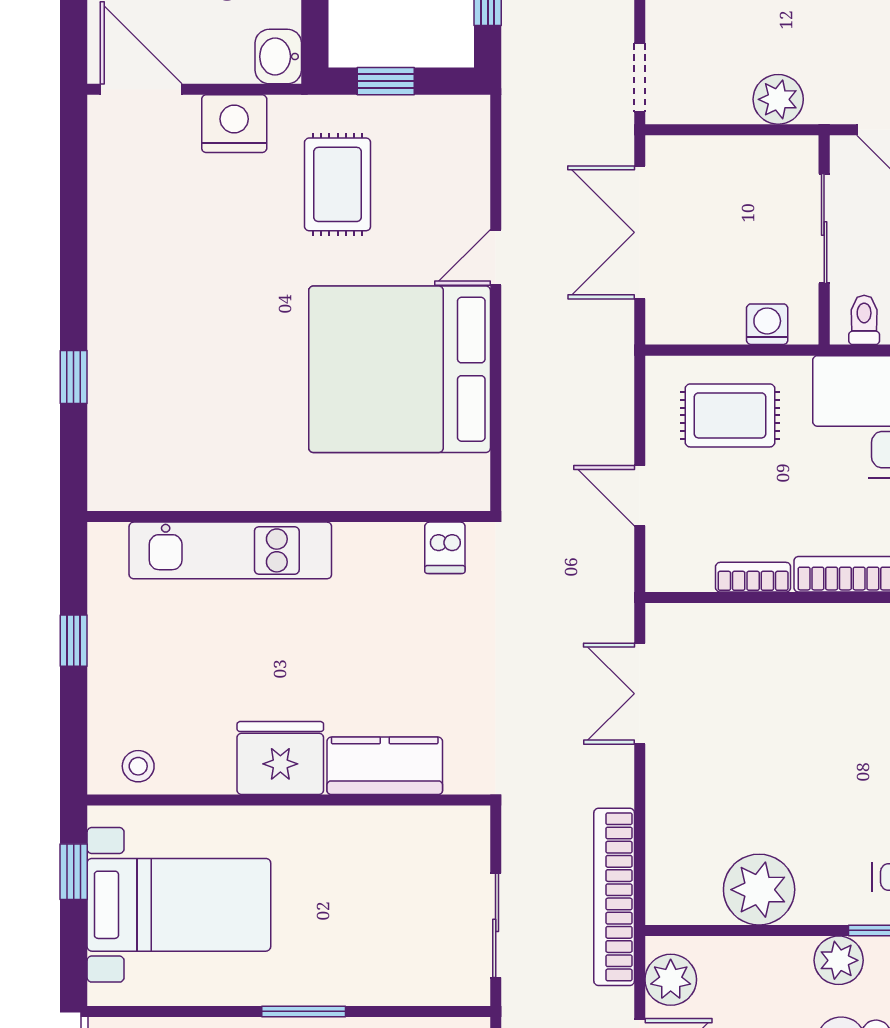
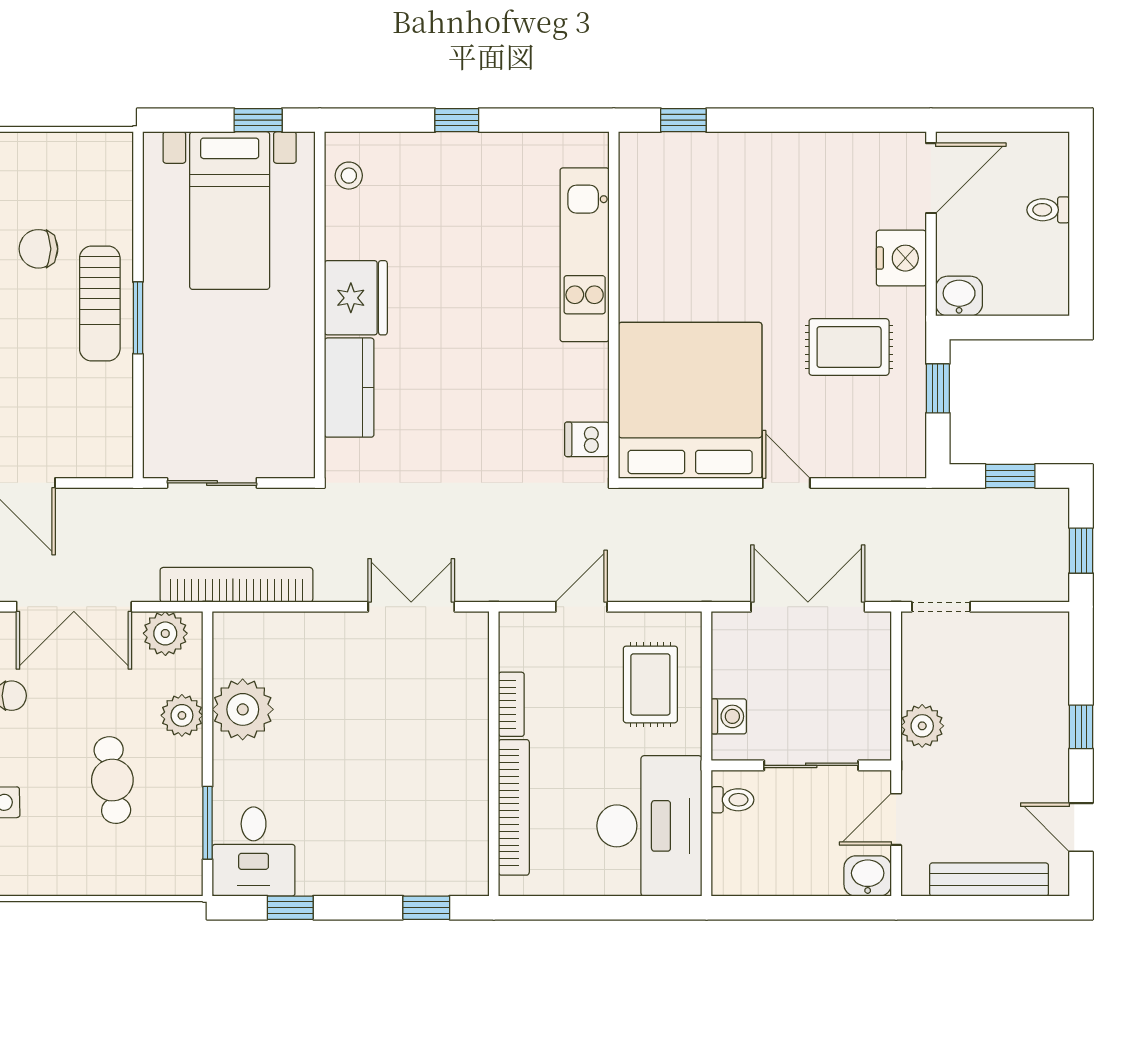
wall: (289, 517) -> (614, 305), moved
dishwasher: (445, 548) -> (587, 439), moved
kitchen unit: (230, 550) -> (585, 255), moved
plant: (839, 960) -> (182, 715), moved

